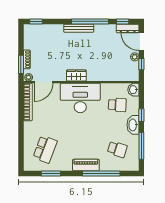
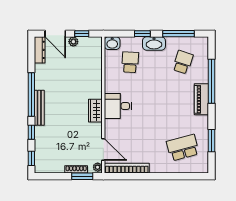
window: (123, 21) -> (31, 132), moved
door: (141, 42) -> (55, 34), hinge flipped
desk: (80, 98) -> (118, 106), width x0.53, depth x0.77
school desk: (45, 149) -> (183, 148), turned -36

